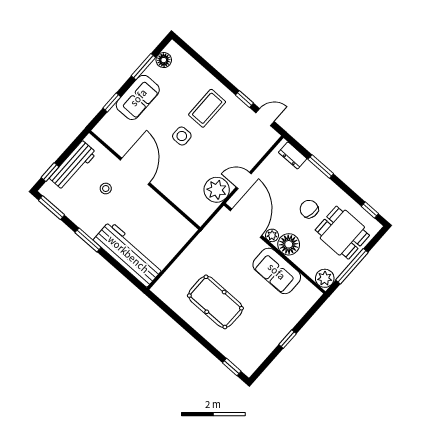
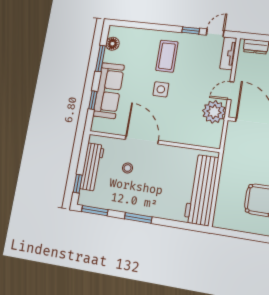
sofa: (138, 97) -> (109, 90), width x1.36
tv unit: (264, 145) -> (228, 53), added
workbench: (129, 254) -> (201, 190), moved, turned -90

